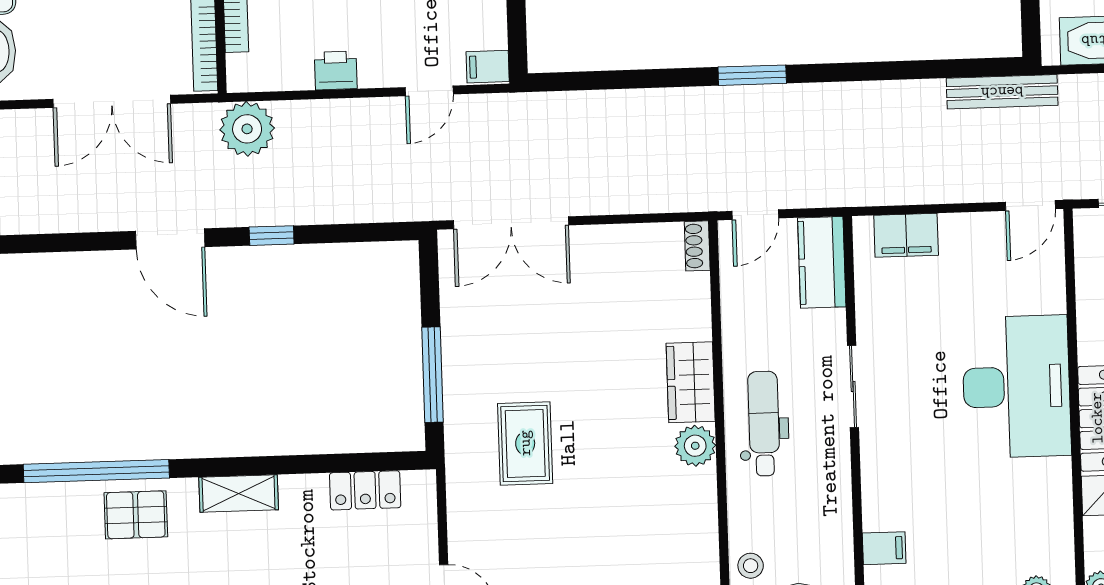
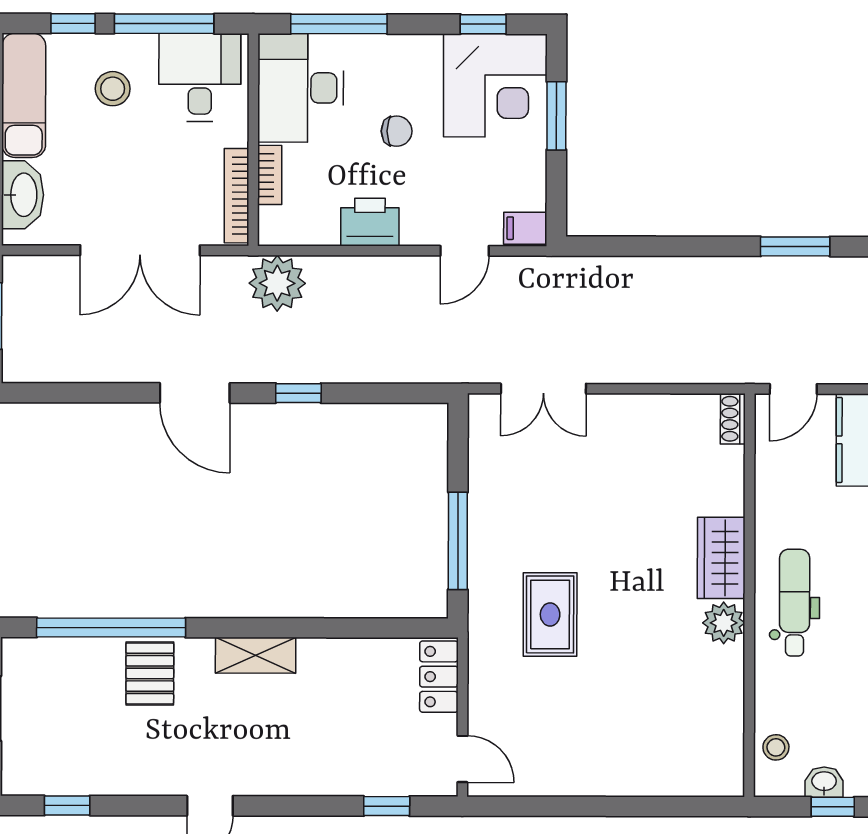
printer: (336, 70) -> (370, 222), width x1.36, depth x1.24
double door: (511, 223) -> (543, 389), width x0.73
locker: (365, 490) -> (439, 677), moved, turned 90
pallet: (136, 515) -> (150, 673), turned 90

